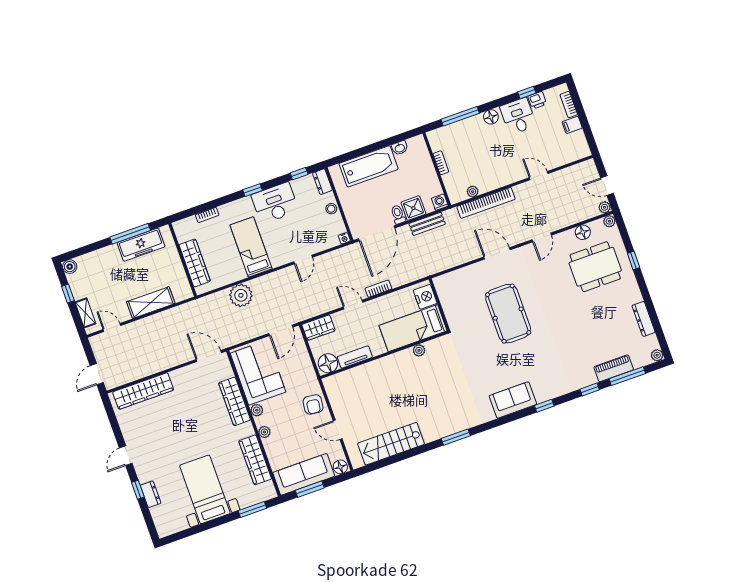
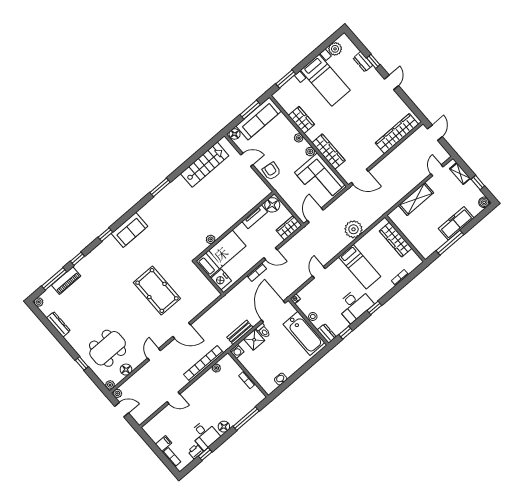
bathtub: (369, 166) -> (304, 333), moved, turned -90
freezer: (141, 245) -> (456, 223), moved
door: (112, 328) -> (437, 170), swing flipped
wardrobe: (255, 460) -> (301, 120), width x0.67
plant: (178, 523) -> (335, 49), added

